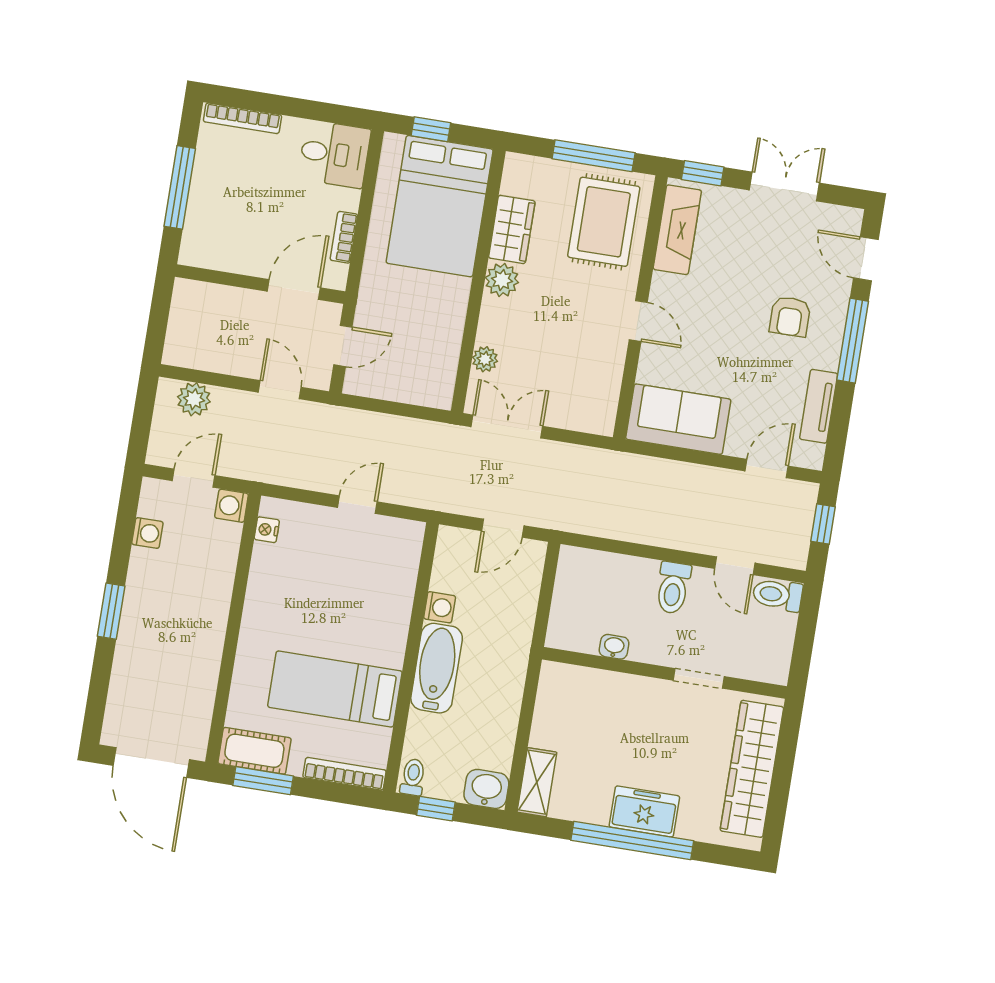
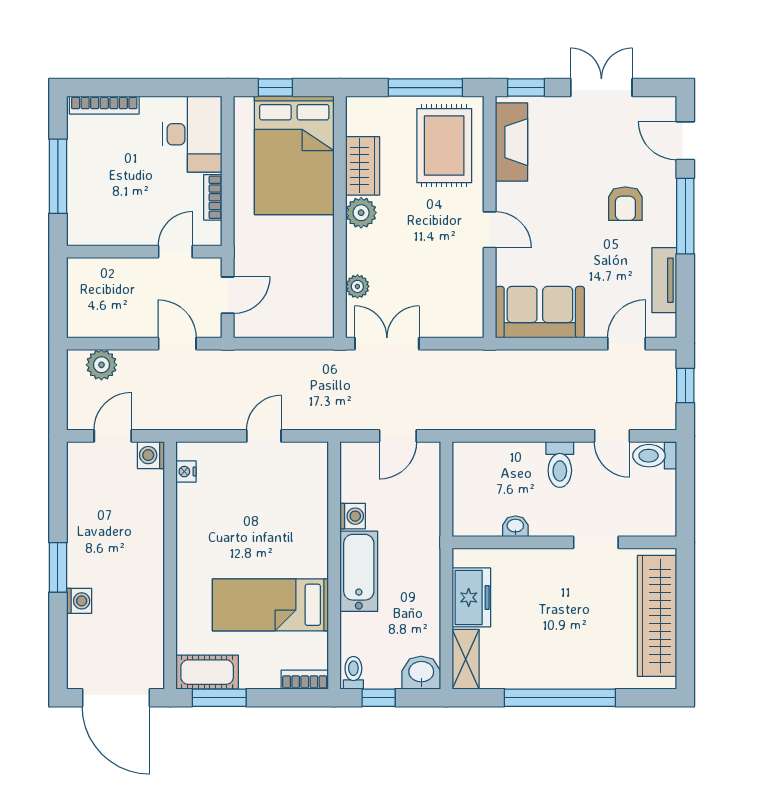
desk: (334, 154) -> (192, 134), width x1.37
door: (294, 290) -> (175, 252), width x0.73
washing machine: (147, 533) -> (79, 601), moved
bookcase: (344, 774) -> (305, 680), width x0.64
freezer: (644, 811) -> (471, 597), moved, turned 90

